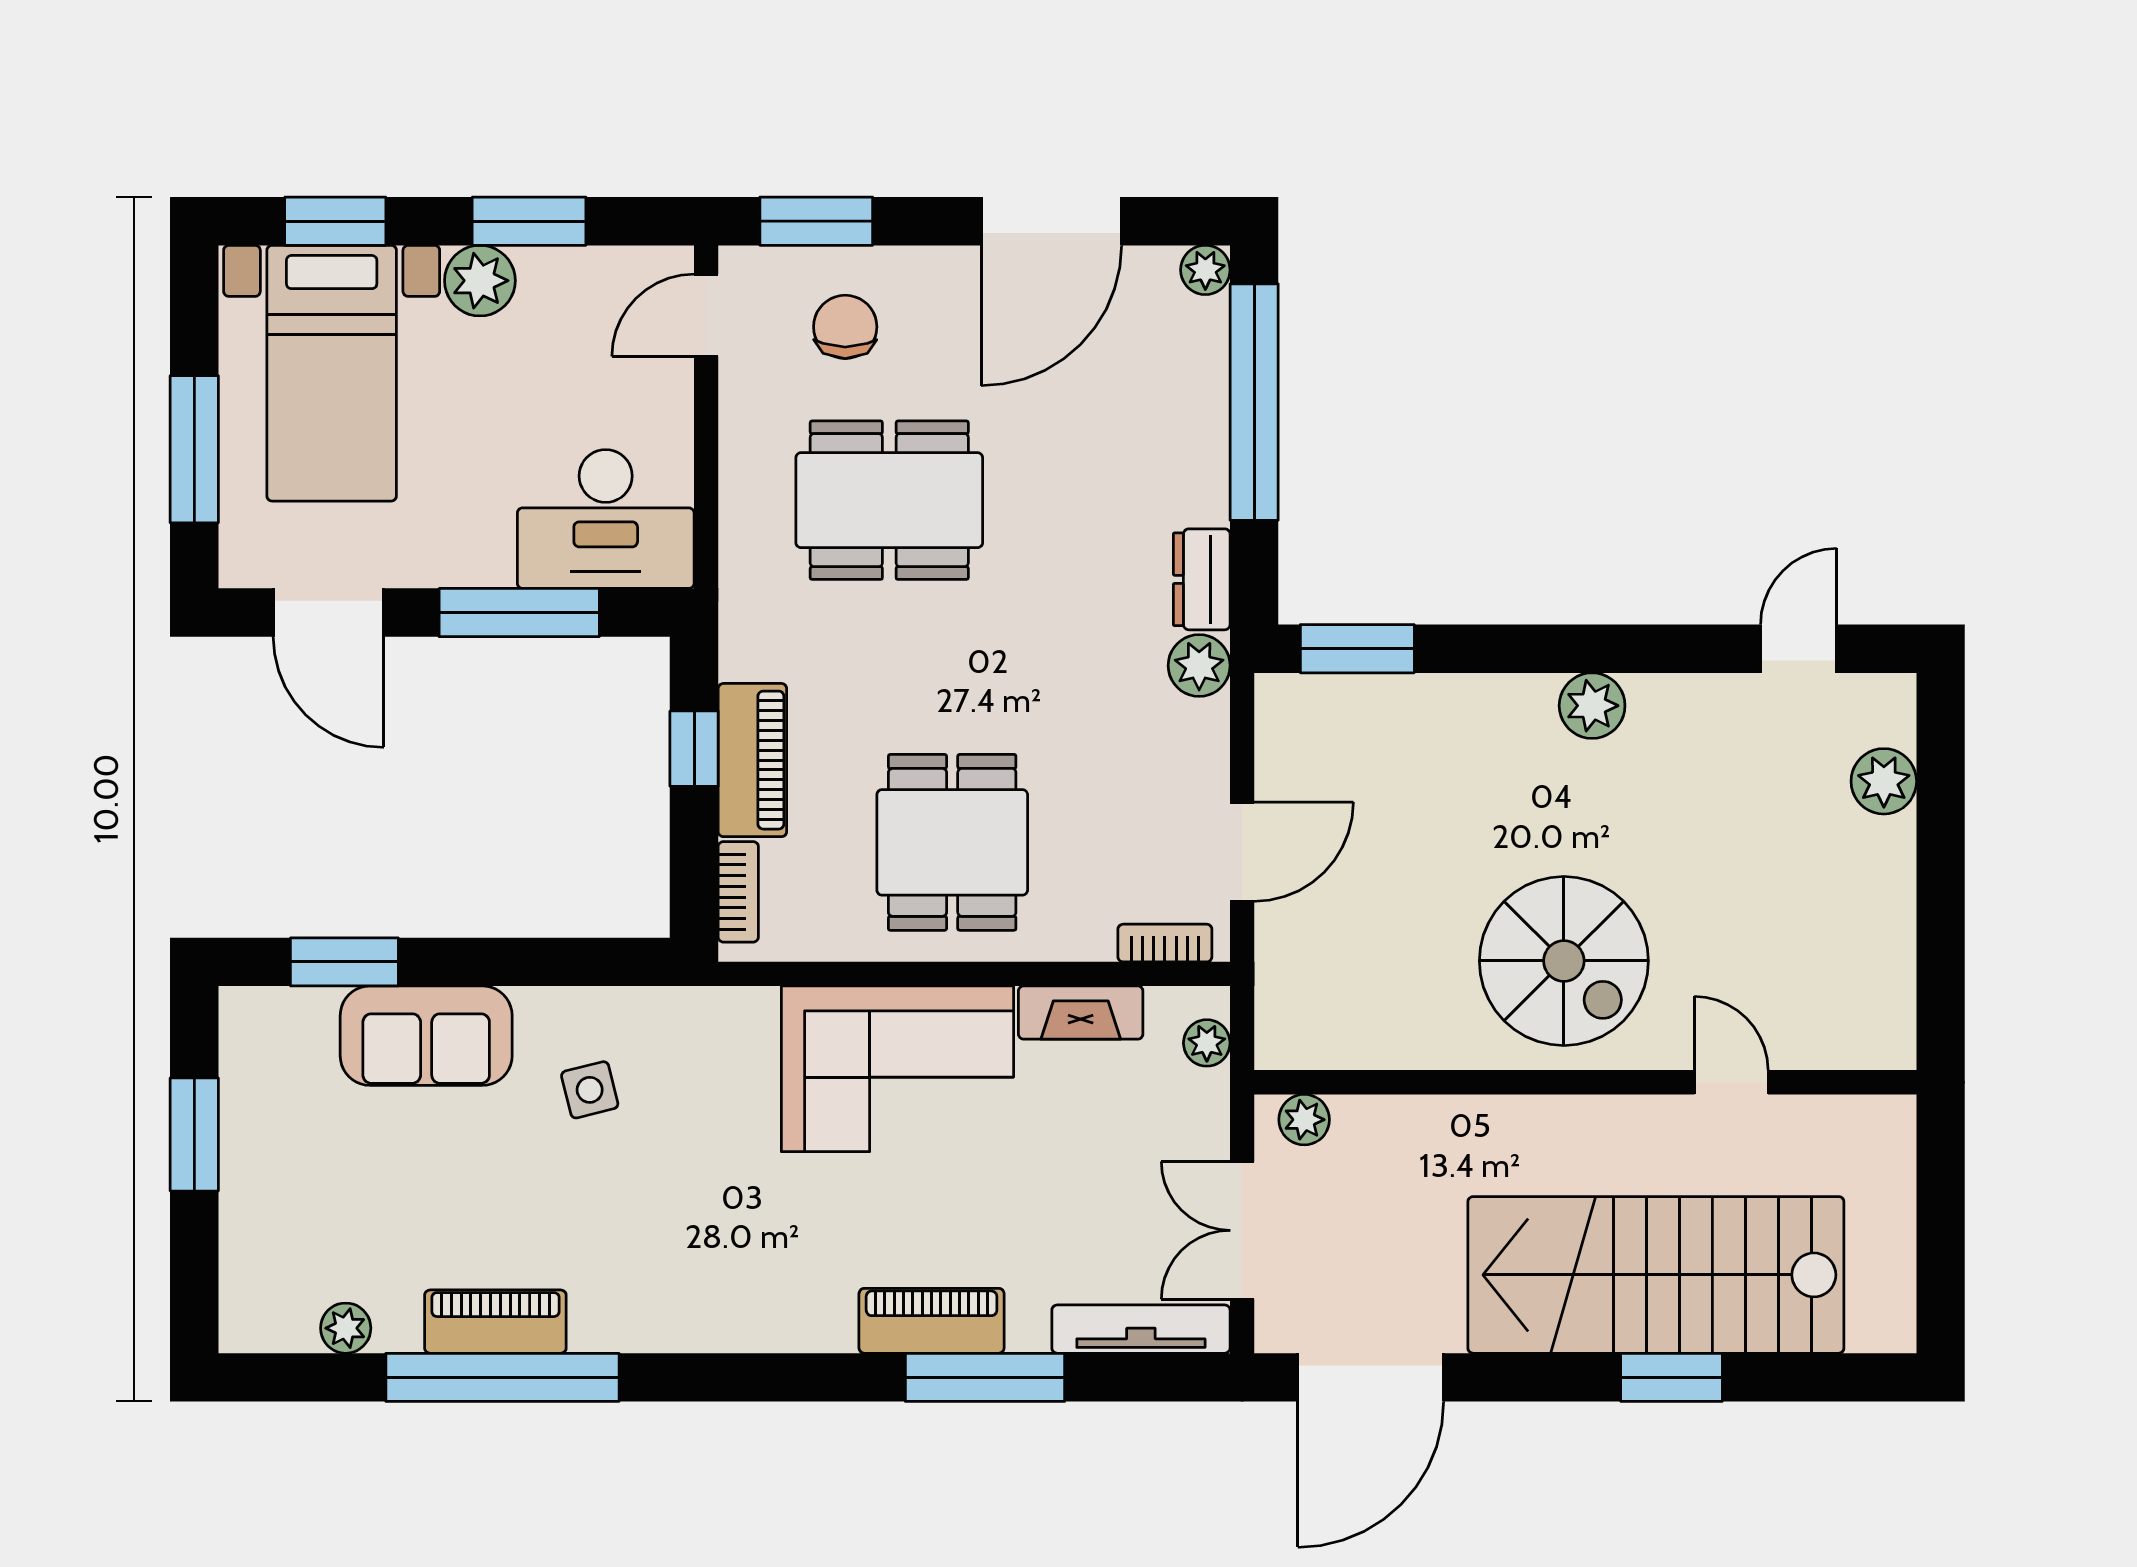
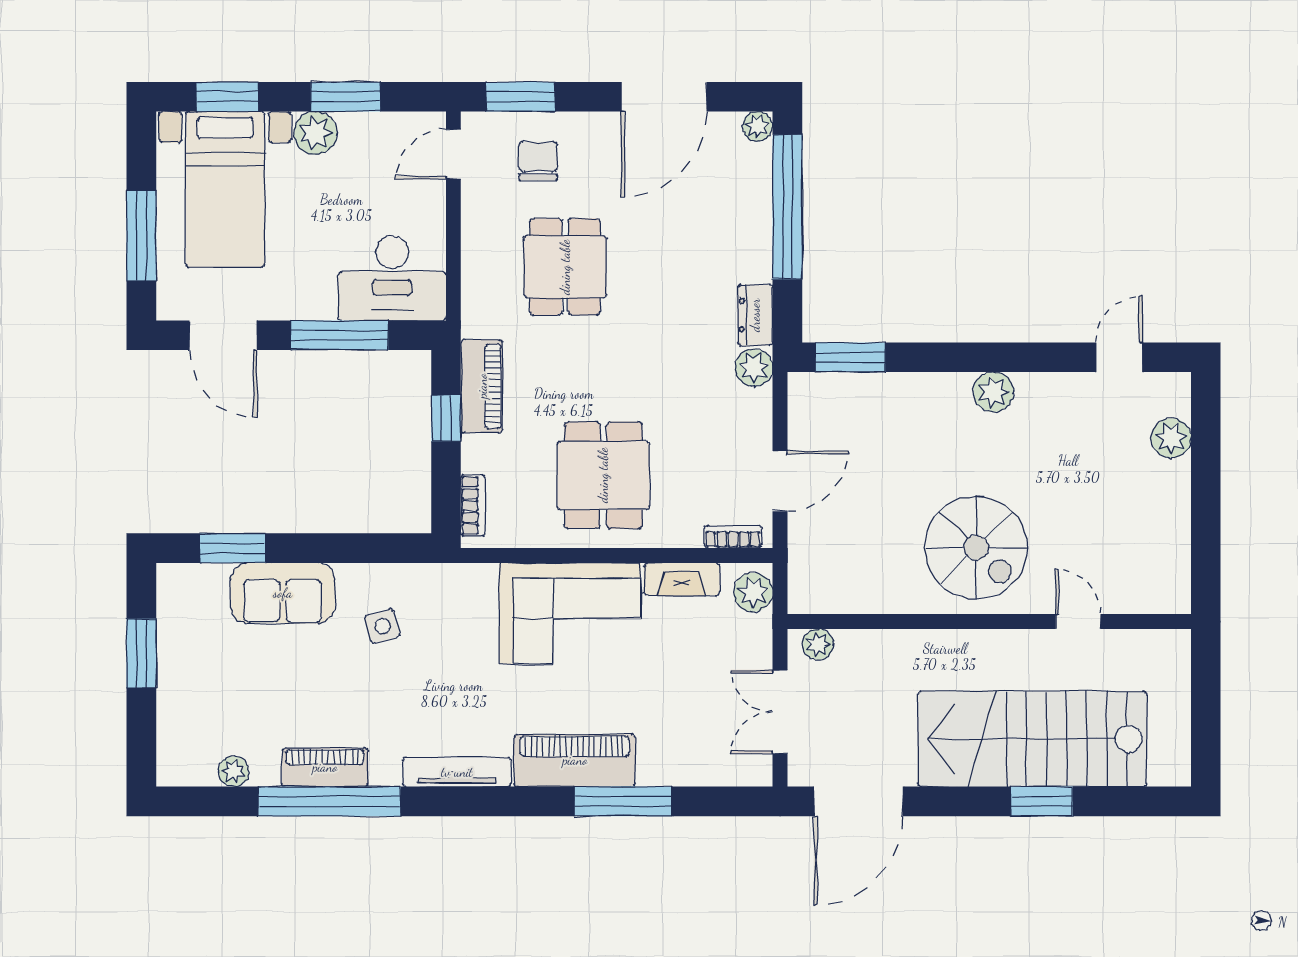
dining table: (889, 500) -> (565, 267), width x0.73
piano: (752, 760) -> (482, 386), moved
plant: (1207, 1043) -> (753, 592), width x1.38, depth x1.38
piano: (932, 1321) -> (575, 760), width x1.37, depth x1.33
tv unit: (1141, 1329) -> (457, 772), moved

